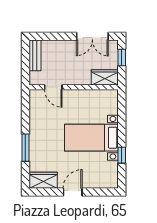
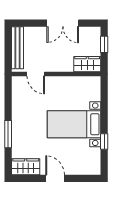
double door: (92, 36) -> (63, 23), moved
bench: (35, 55) -> (18, 48), width x1.36
door: (73, 192) -> (55, 178), hinge flipped

